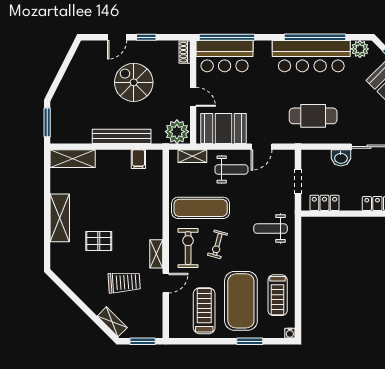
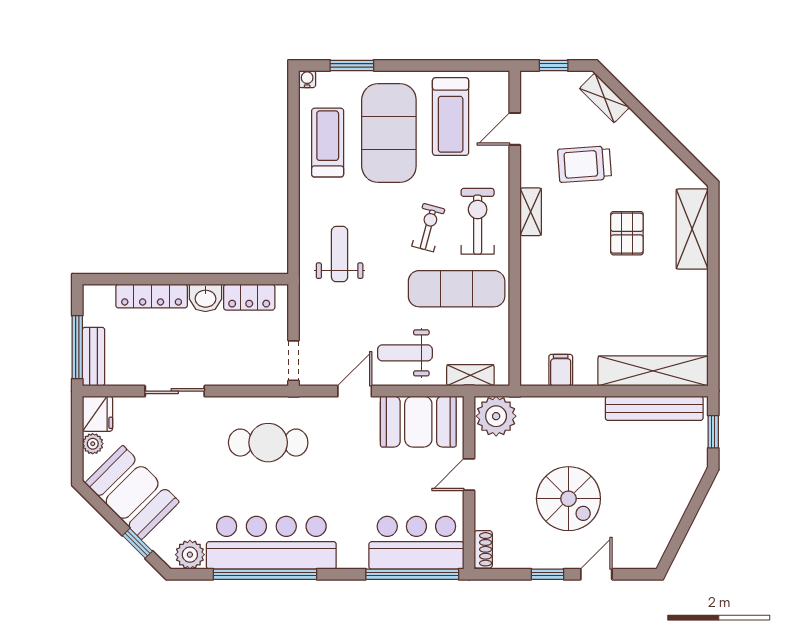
door: (193, 97) -> (469, 475), hinge flipped
window: (47, 122) -> (713, 432), width x0.67
bench: (122, 136) -> (654, 408), moved
washbasin: (341, 158) -> (205, 298), moved, turned 180
shelving: (73, 159) -> (653, 371), width x1.47
doorway: (298, 182) -> (293, 361), moved
shelving: (60, 218) -> (692, 229), moved
weight bench: (270, 229) -> (340, 254), turned -90
pallet: (99, 241) -> (627, 233), turned 90
exercise bike: (188, 248) -> (478, 221), turned 180
door: (166, 283) -> (515, 129), moved
window: (143, 341) -> (554, 65), width x0.67
window: (250, 341) -> (352, 65), moved

